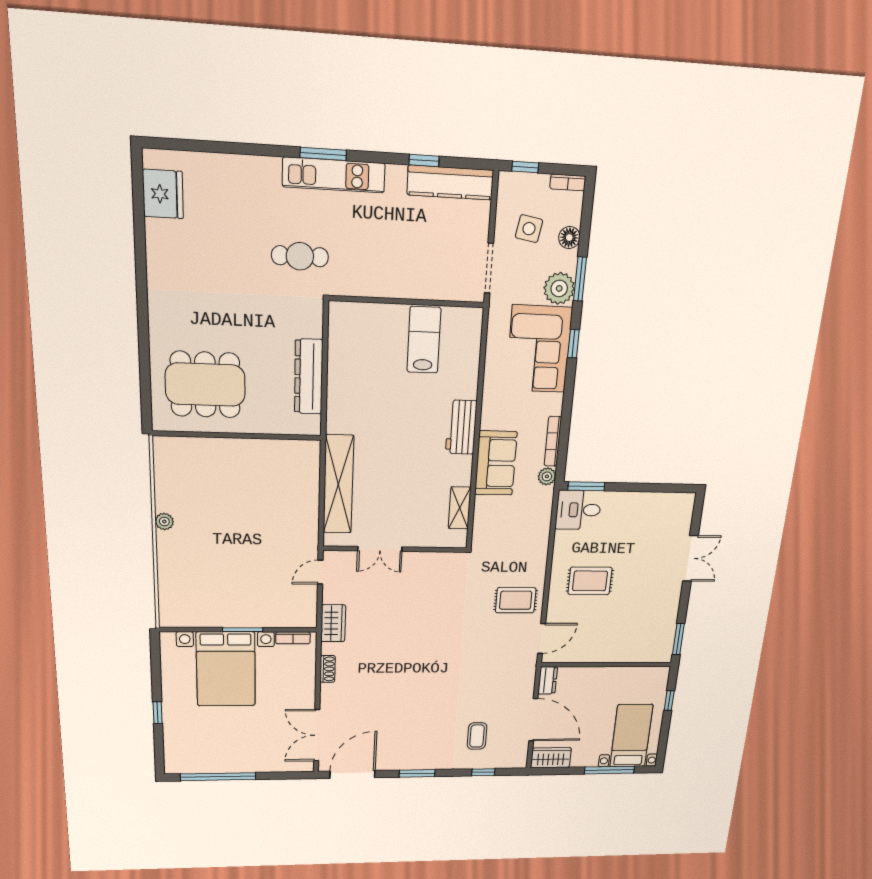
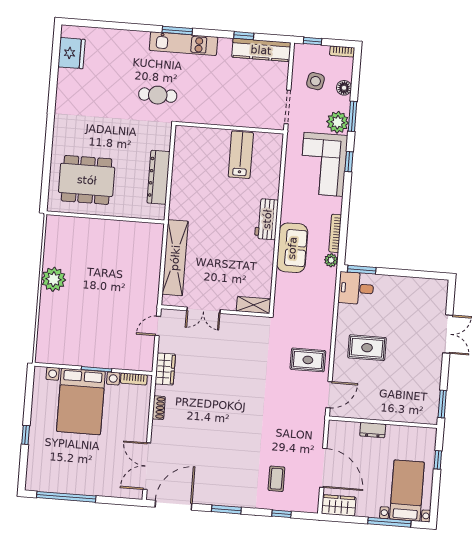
shelving: (460, 508) -> (254, 305), moved, turned 90
plant: (164, 521) -> (54, 279), width x1.88, depth x1.88
dresser: (548, 680) -> (373, 430), moved, turned 90

